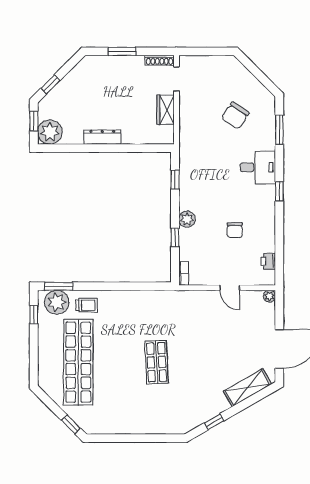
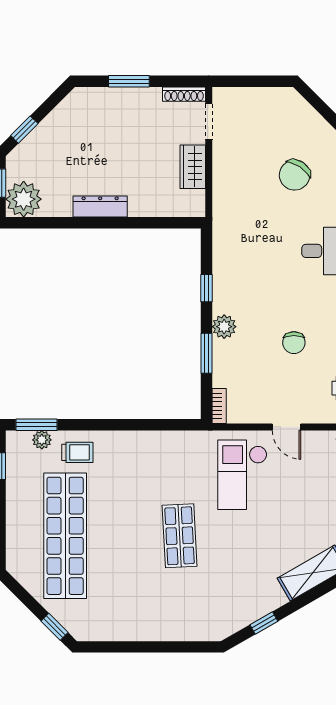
window: (175, 180) -> (206, 288), moved
window: (175, 237) -> (206, 353), width x1.50
plant: (57, 302) -> (42, 440), width x0.53, depth x0.53
checkout: (200, 320) -> (242, 475), added

